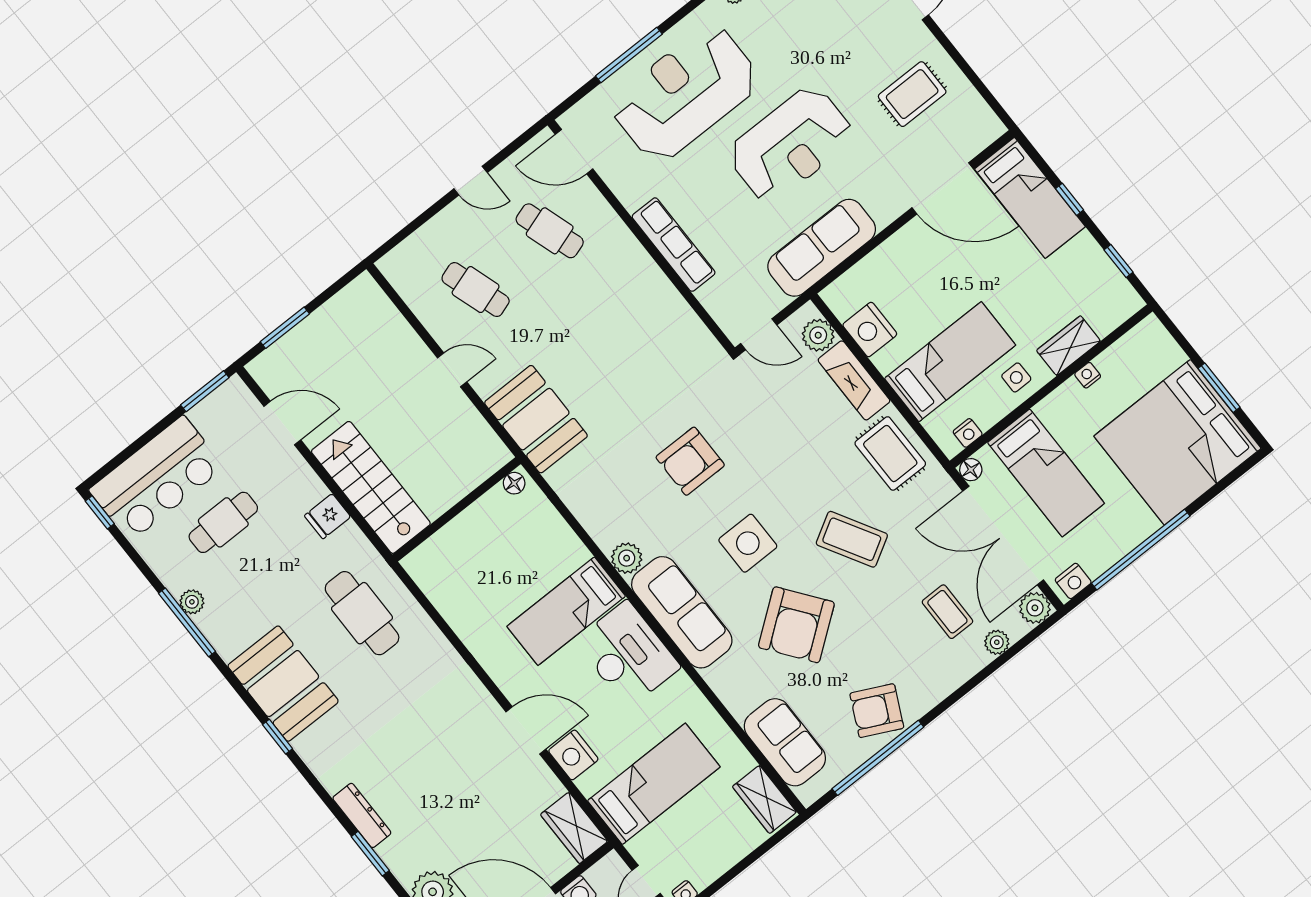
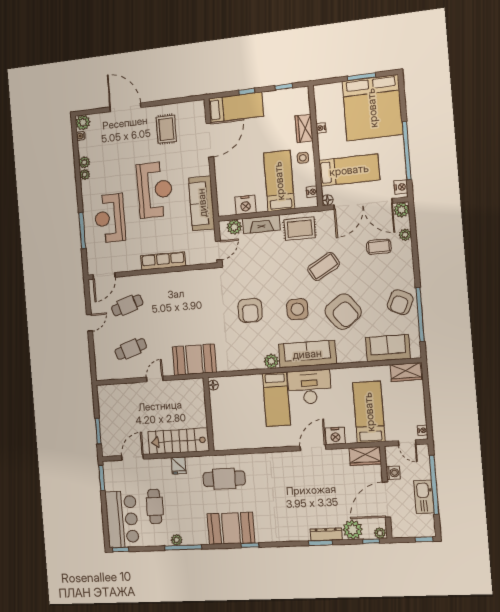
reception desk: (685, 93) -> (110, 218), width x0.74, depth x0.77
dresser: (362, 815) -> (326, 534), moved

